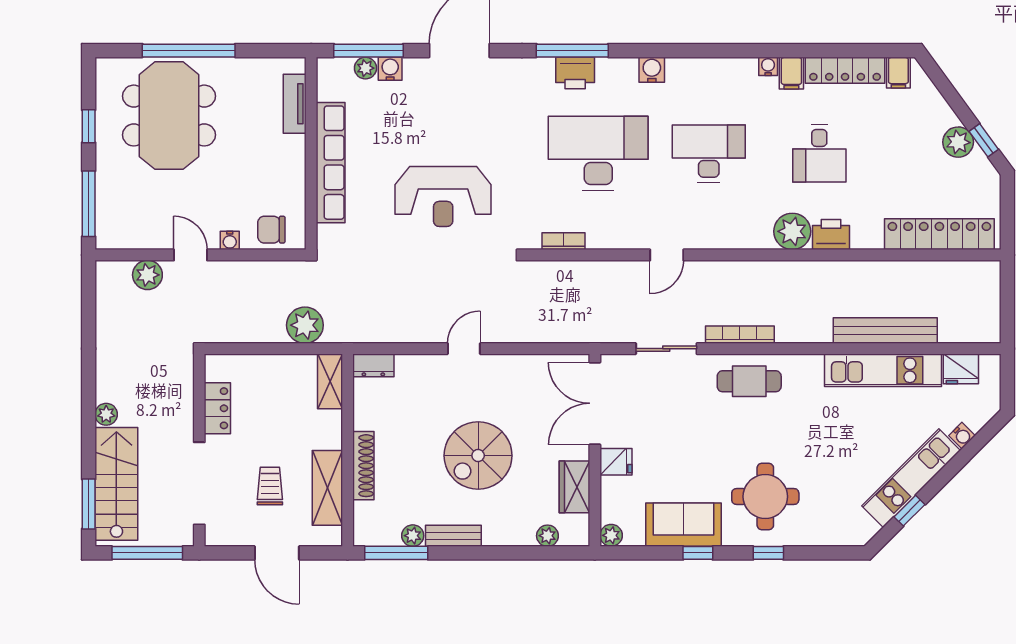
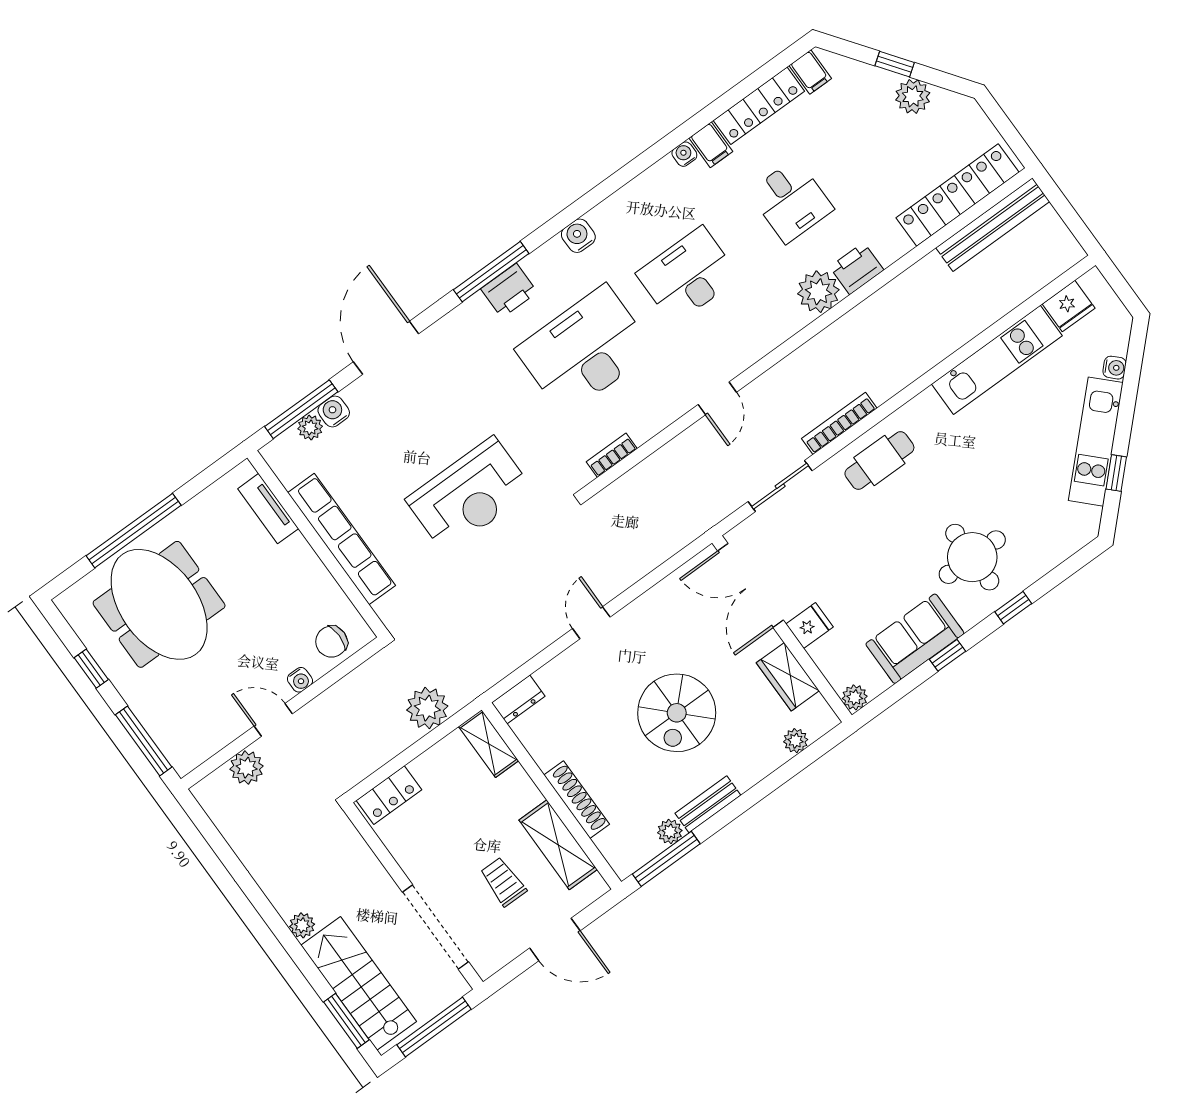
window: (984, 140) -> (895, 64), moved
bench: (885, 331) -> (993, 225), moved
locker: (217, 408) -> (389, 795), moved, turned 90

